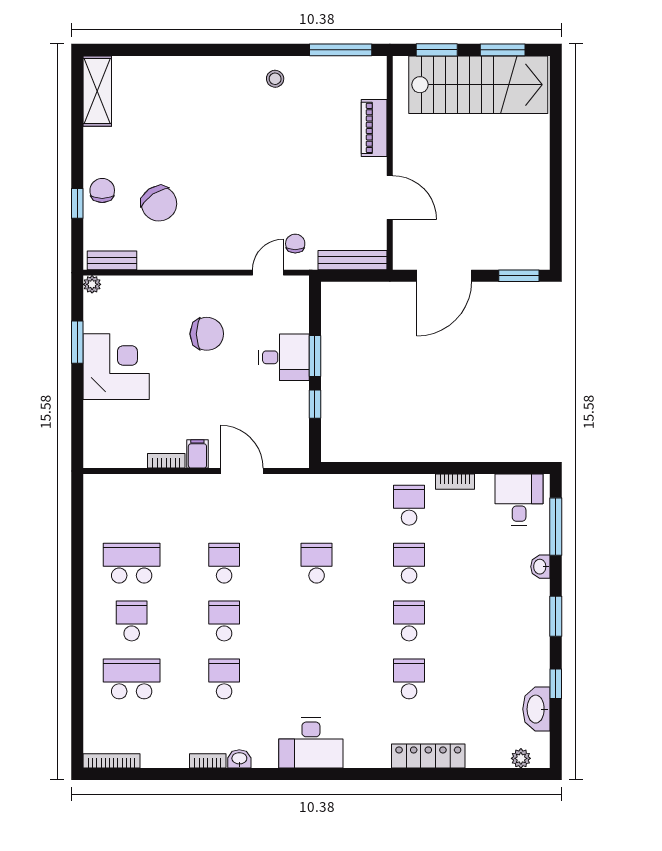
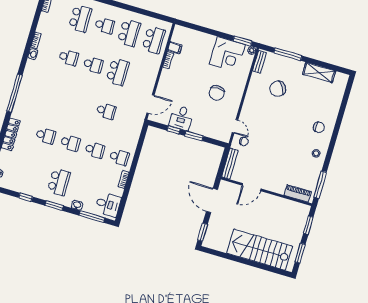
stairs: (478, 85) -> (259, 250), moved, turned 90
shelving: (97, 91) -> (319, 73), moved
piano: (374, 128) -> (298, 193), moved
chair: (102, 190) -> (319, 127), moved
window: (77, 203) -> (288, 54), width x2.17
window: (77, 342) -> (242, 41), moved
desk: (284, 357) -> (181, 118), moved
corner desk: (116, 367) -> (227, 54), moved
filing cabinet: (197, 454) -> (175, 48), moved
door: (242, 471) -> (150, 104), moved
school desk: (132, 505) -> (154, 40), added
school desk: (224, 563) -> (118, 72), width x1.85
school desk: (502, 621) -> (59, 182), added
washbasin: (536, 709) -> (17, 186), removed
desk: (311, 743) -> (31, 86), removed
window: (336, 774) -> (14, 93), added

